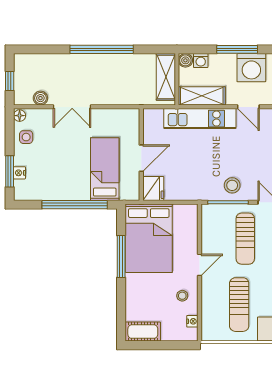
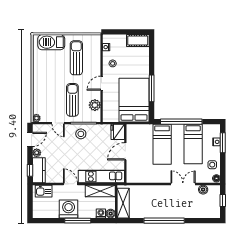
wall: (141, 154) -> (125, 154), moved
door: (141, 158) -> (125, 151), moved
bed: (56, 170) -> (193, 144), added
fridge: (153, 188) -> (118, 132), moved
plant: (210, 230) -> (95, 105), added

